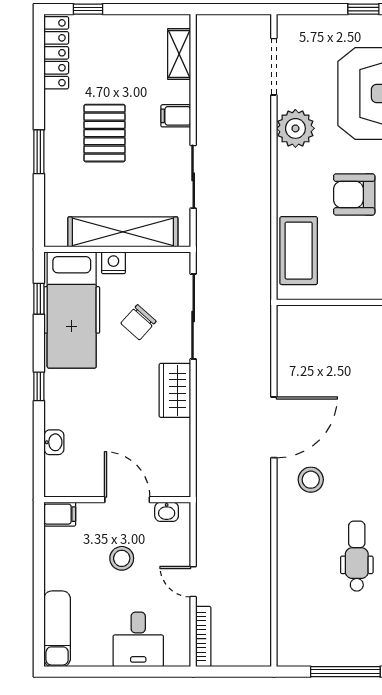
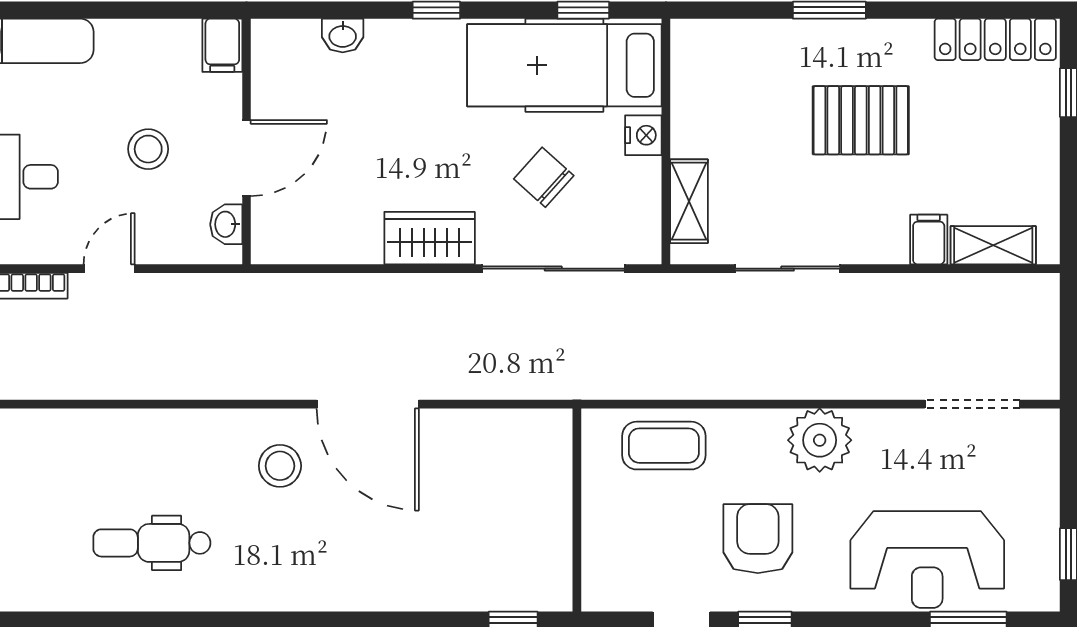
filing cabinet: (176, 116) -> (929, 239), moved
plant: (295, 128) -> (820, 440), moved
shelving: (123, 232) -> (689, 201), width x0.45, depth x0.75
coffee table: (299, 251) -> (664, 446), width x0.73, depth x0.76
dental chair: (357, 556) -> (152, 543), turned 180

